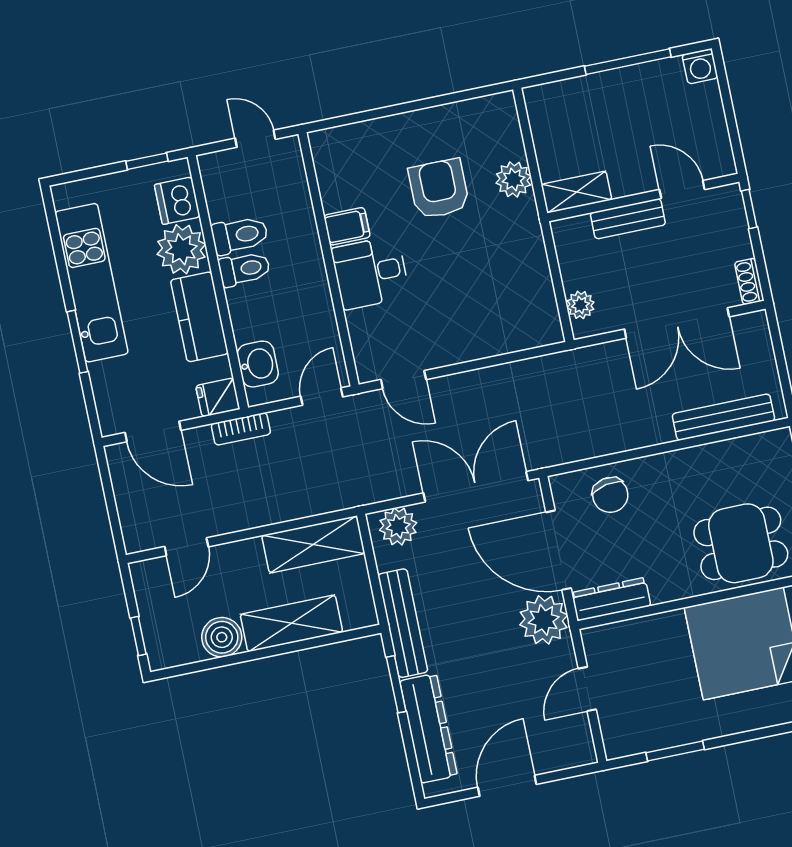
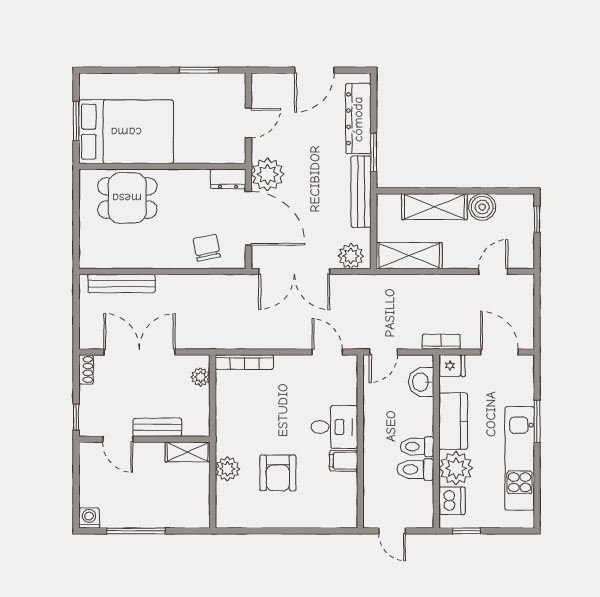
bookcase: (521, 340) -> (244, 362), added
dresser: (611, 599) -> (228, 179), width x0.70

